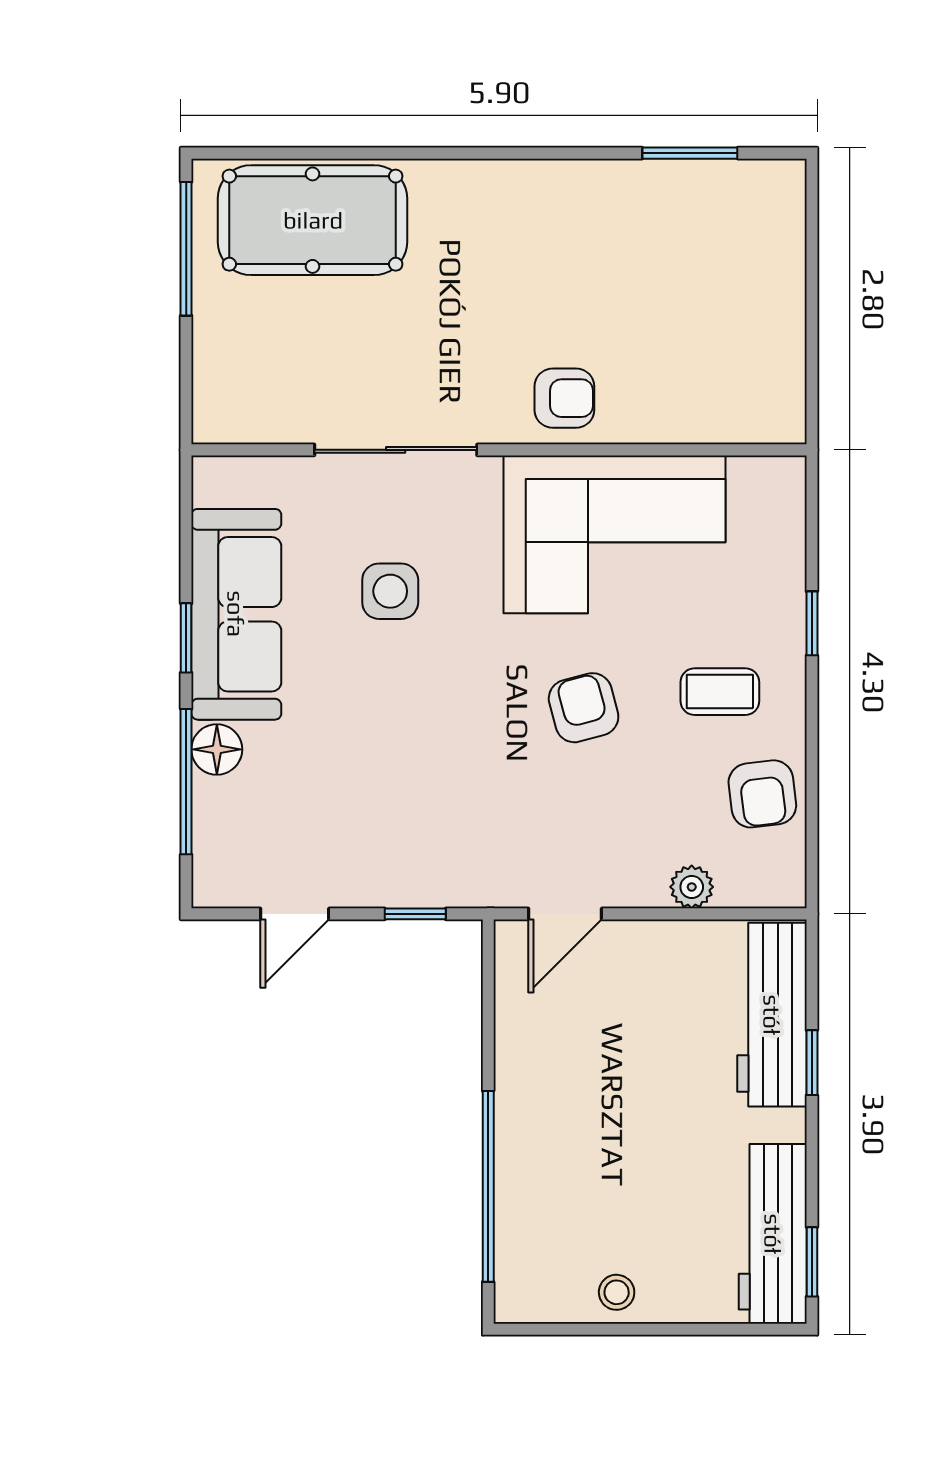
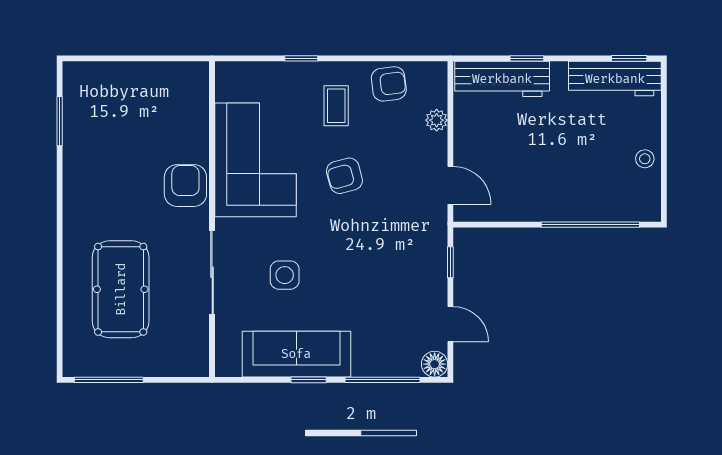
pool table: (313, 220) -> (121, 289), moved
armchair: (564, 398) -> (185, 186), width x1.38, depth x1.38
floor lamp: (217, 749) -> (435, 364), moved

